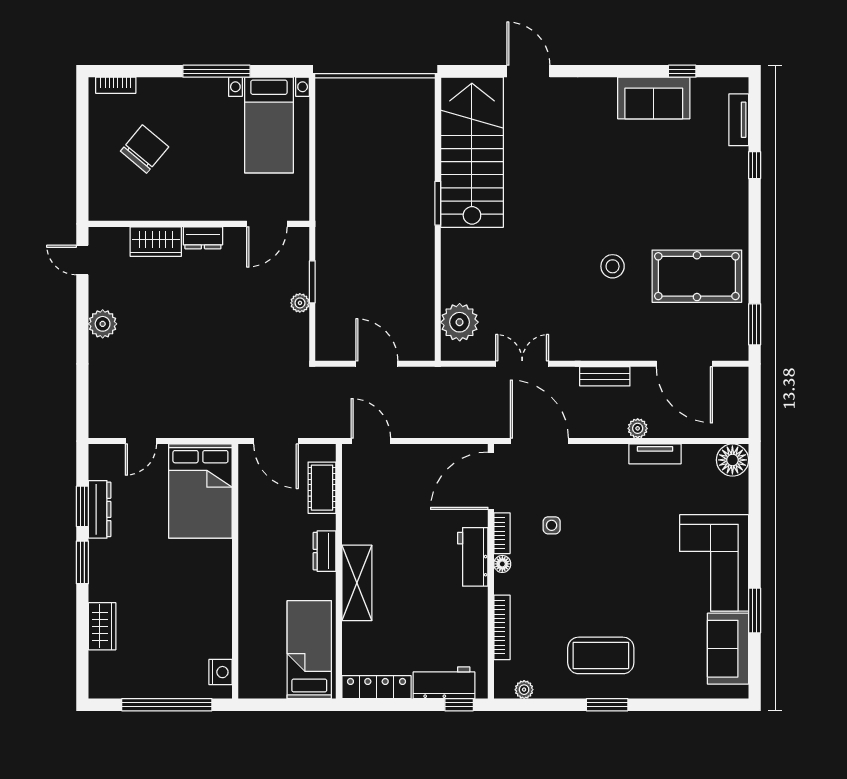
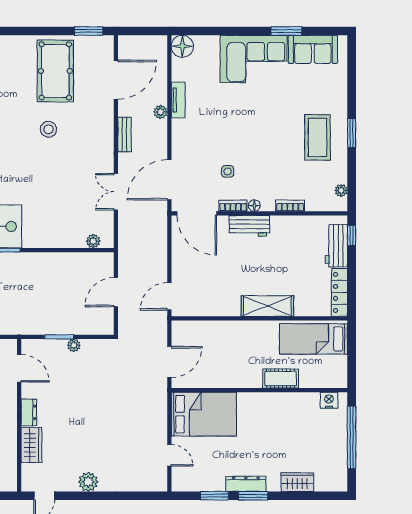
plant: (460, 322) -> (93, 241), width x0.53, depth x0.53
cot: (322, 488) -> (281, 379), moved
dresser: (100, 509) -> (246, 484), moved
dresser: (325, 551) -> (245, 328), removed
bookcase: (502, 627) -> (290, 206), width x0.64

